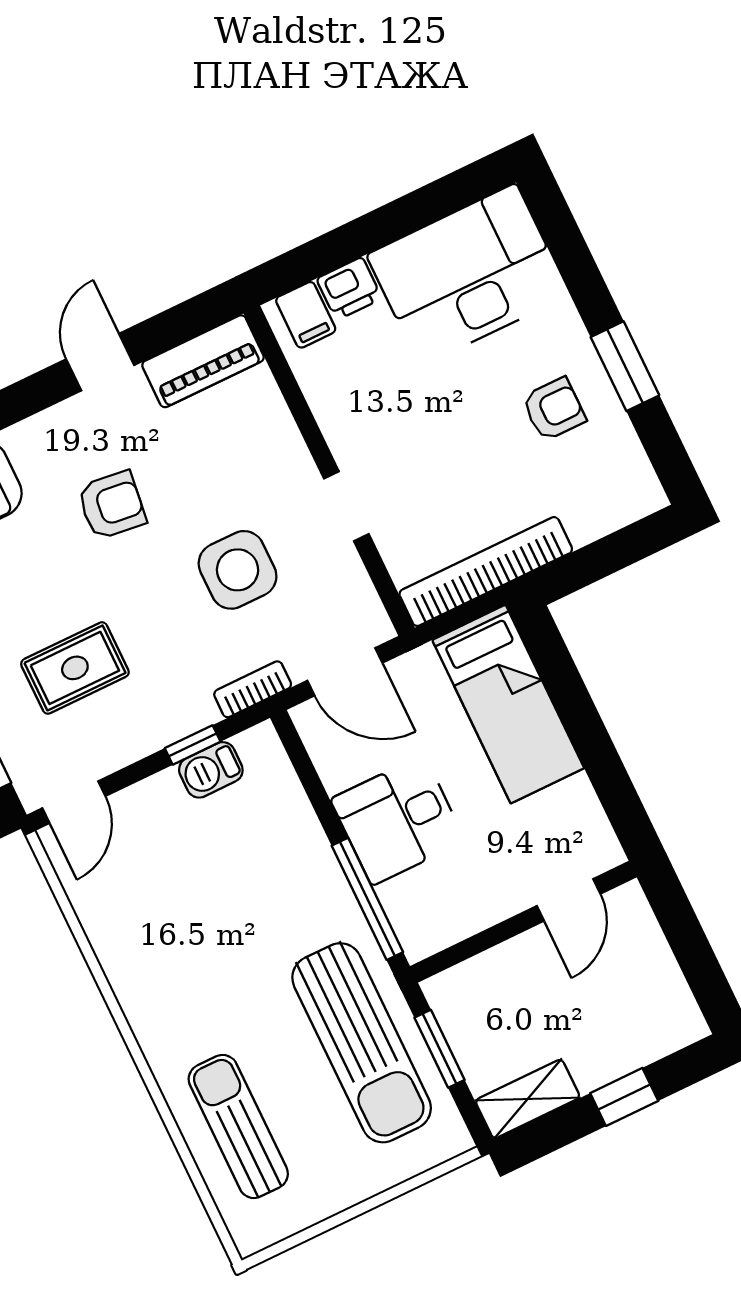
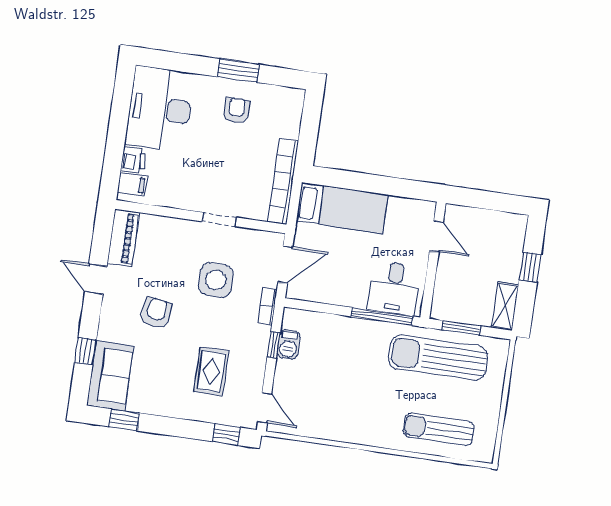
desk: (398, 820) -> (394, 288), moved
sun lounger: (362, 1043) -> (438, 357), turned 180

